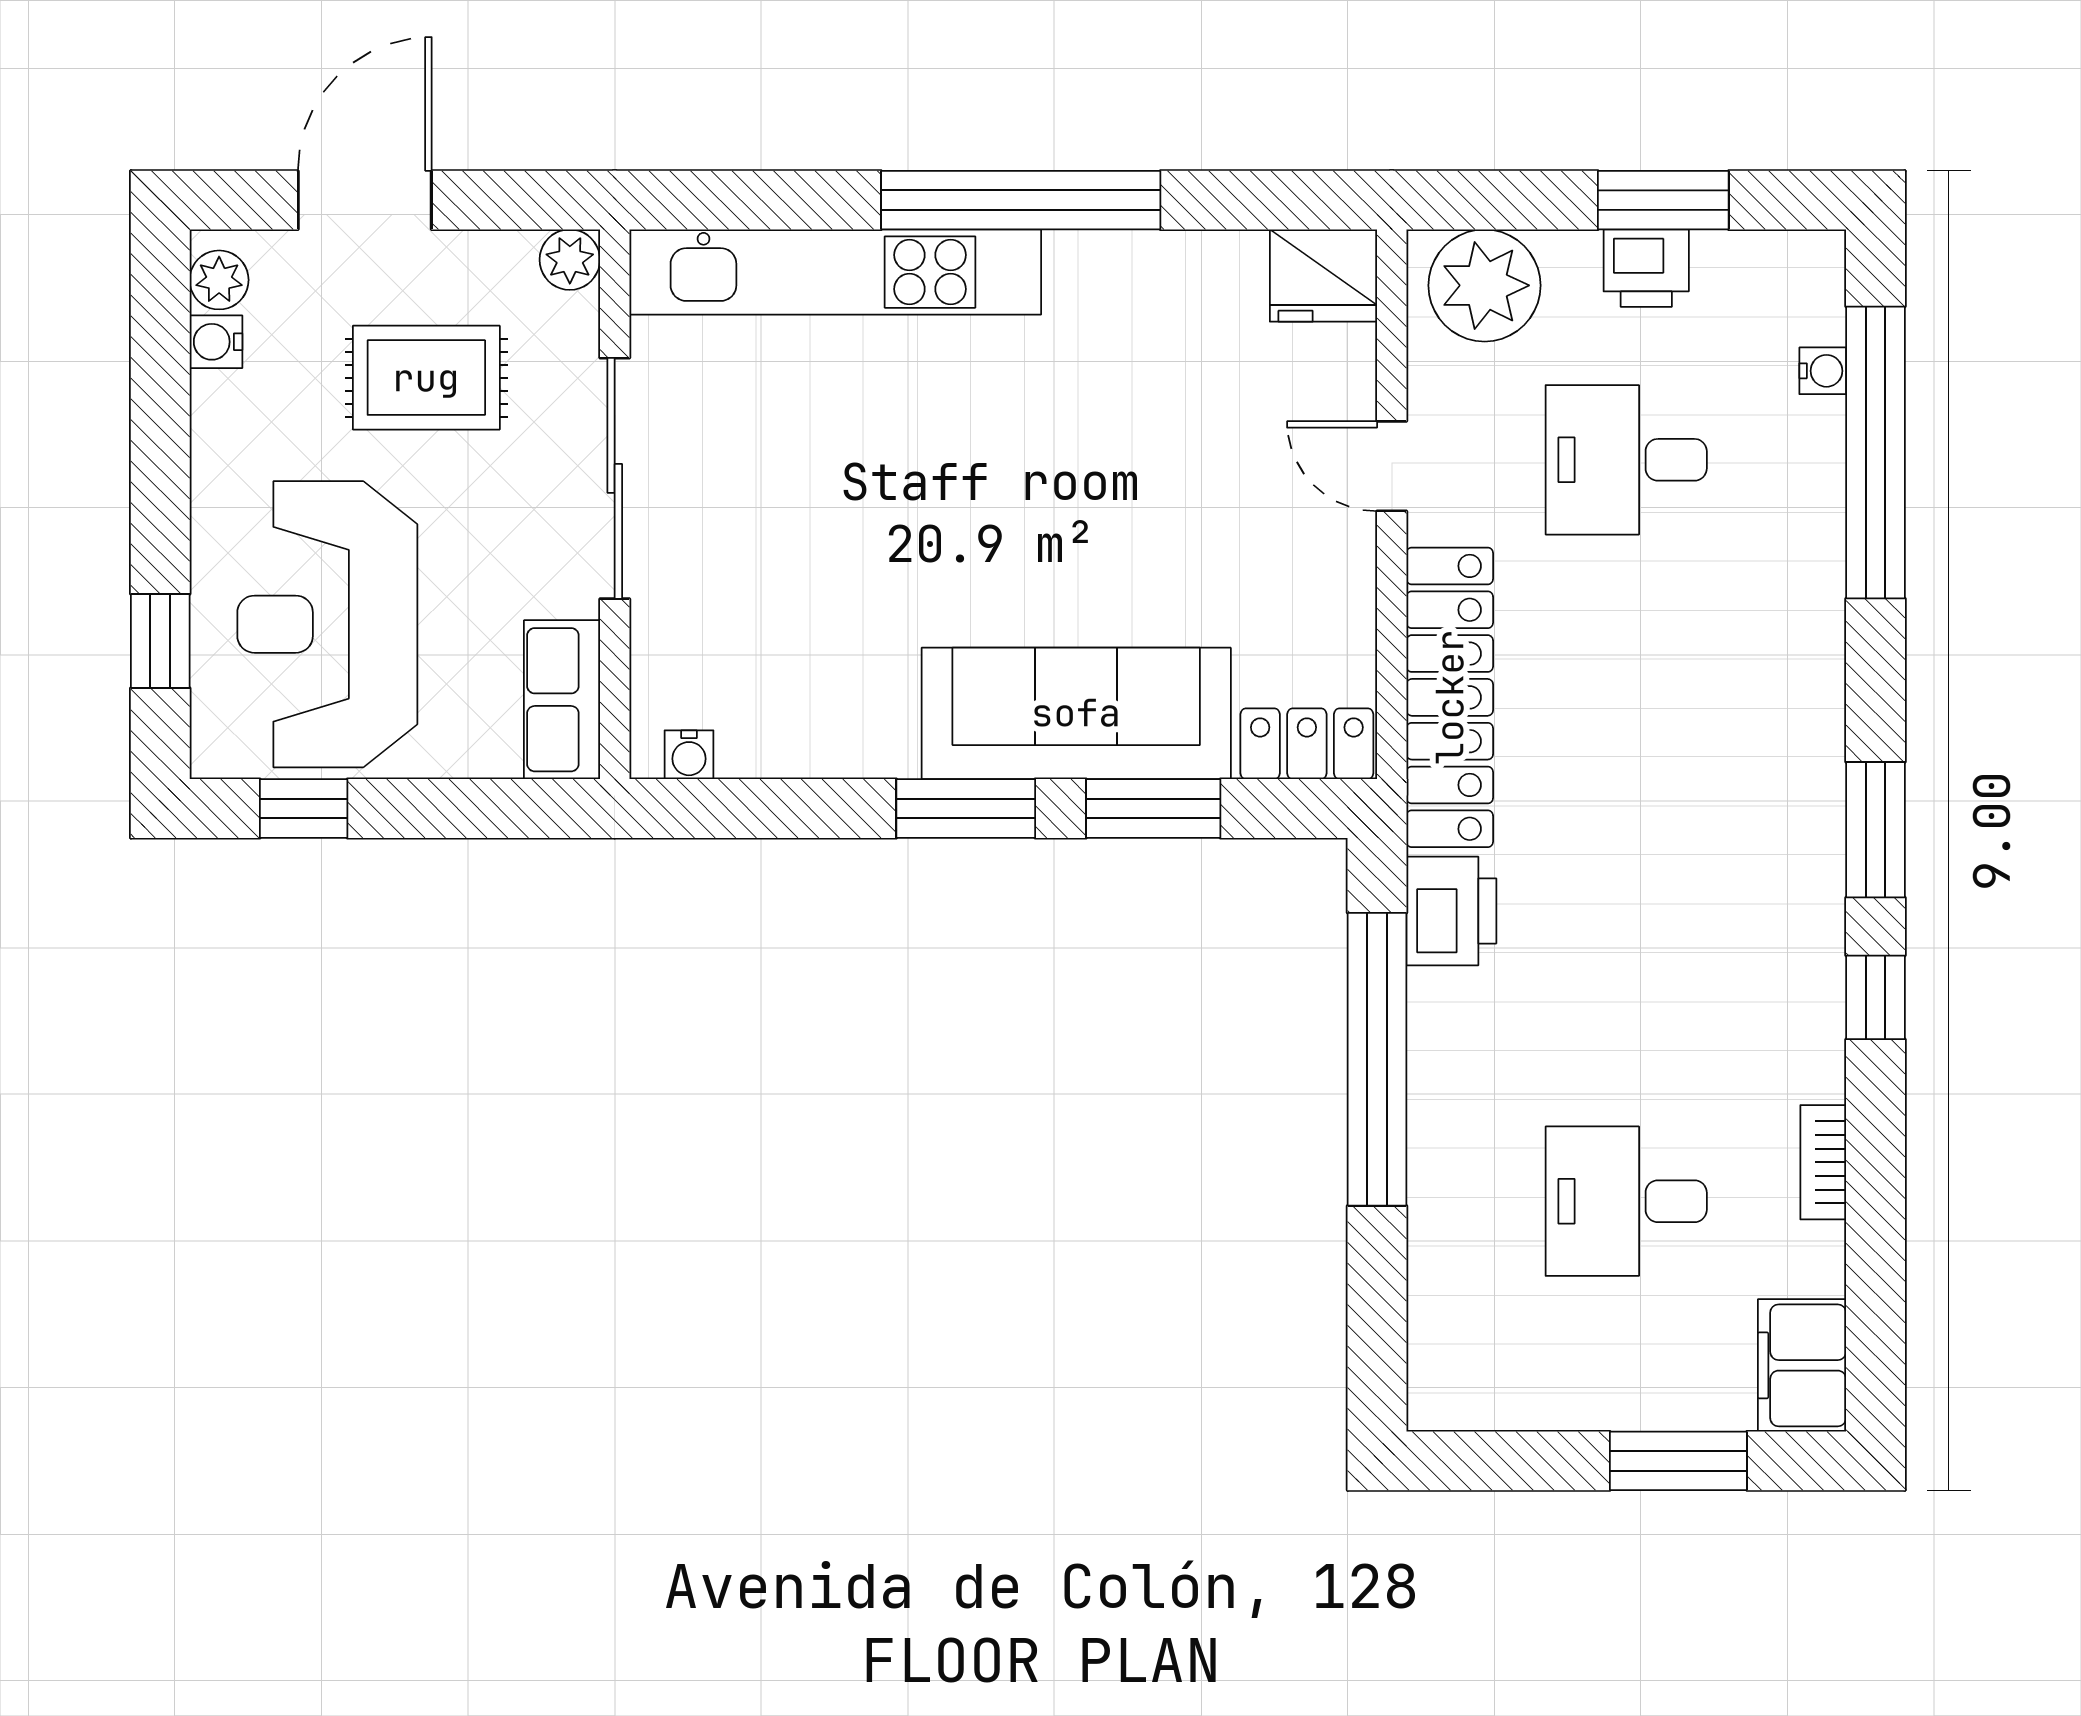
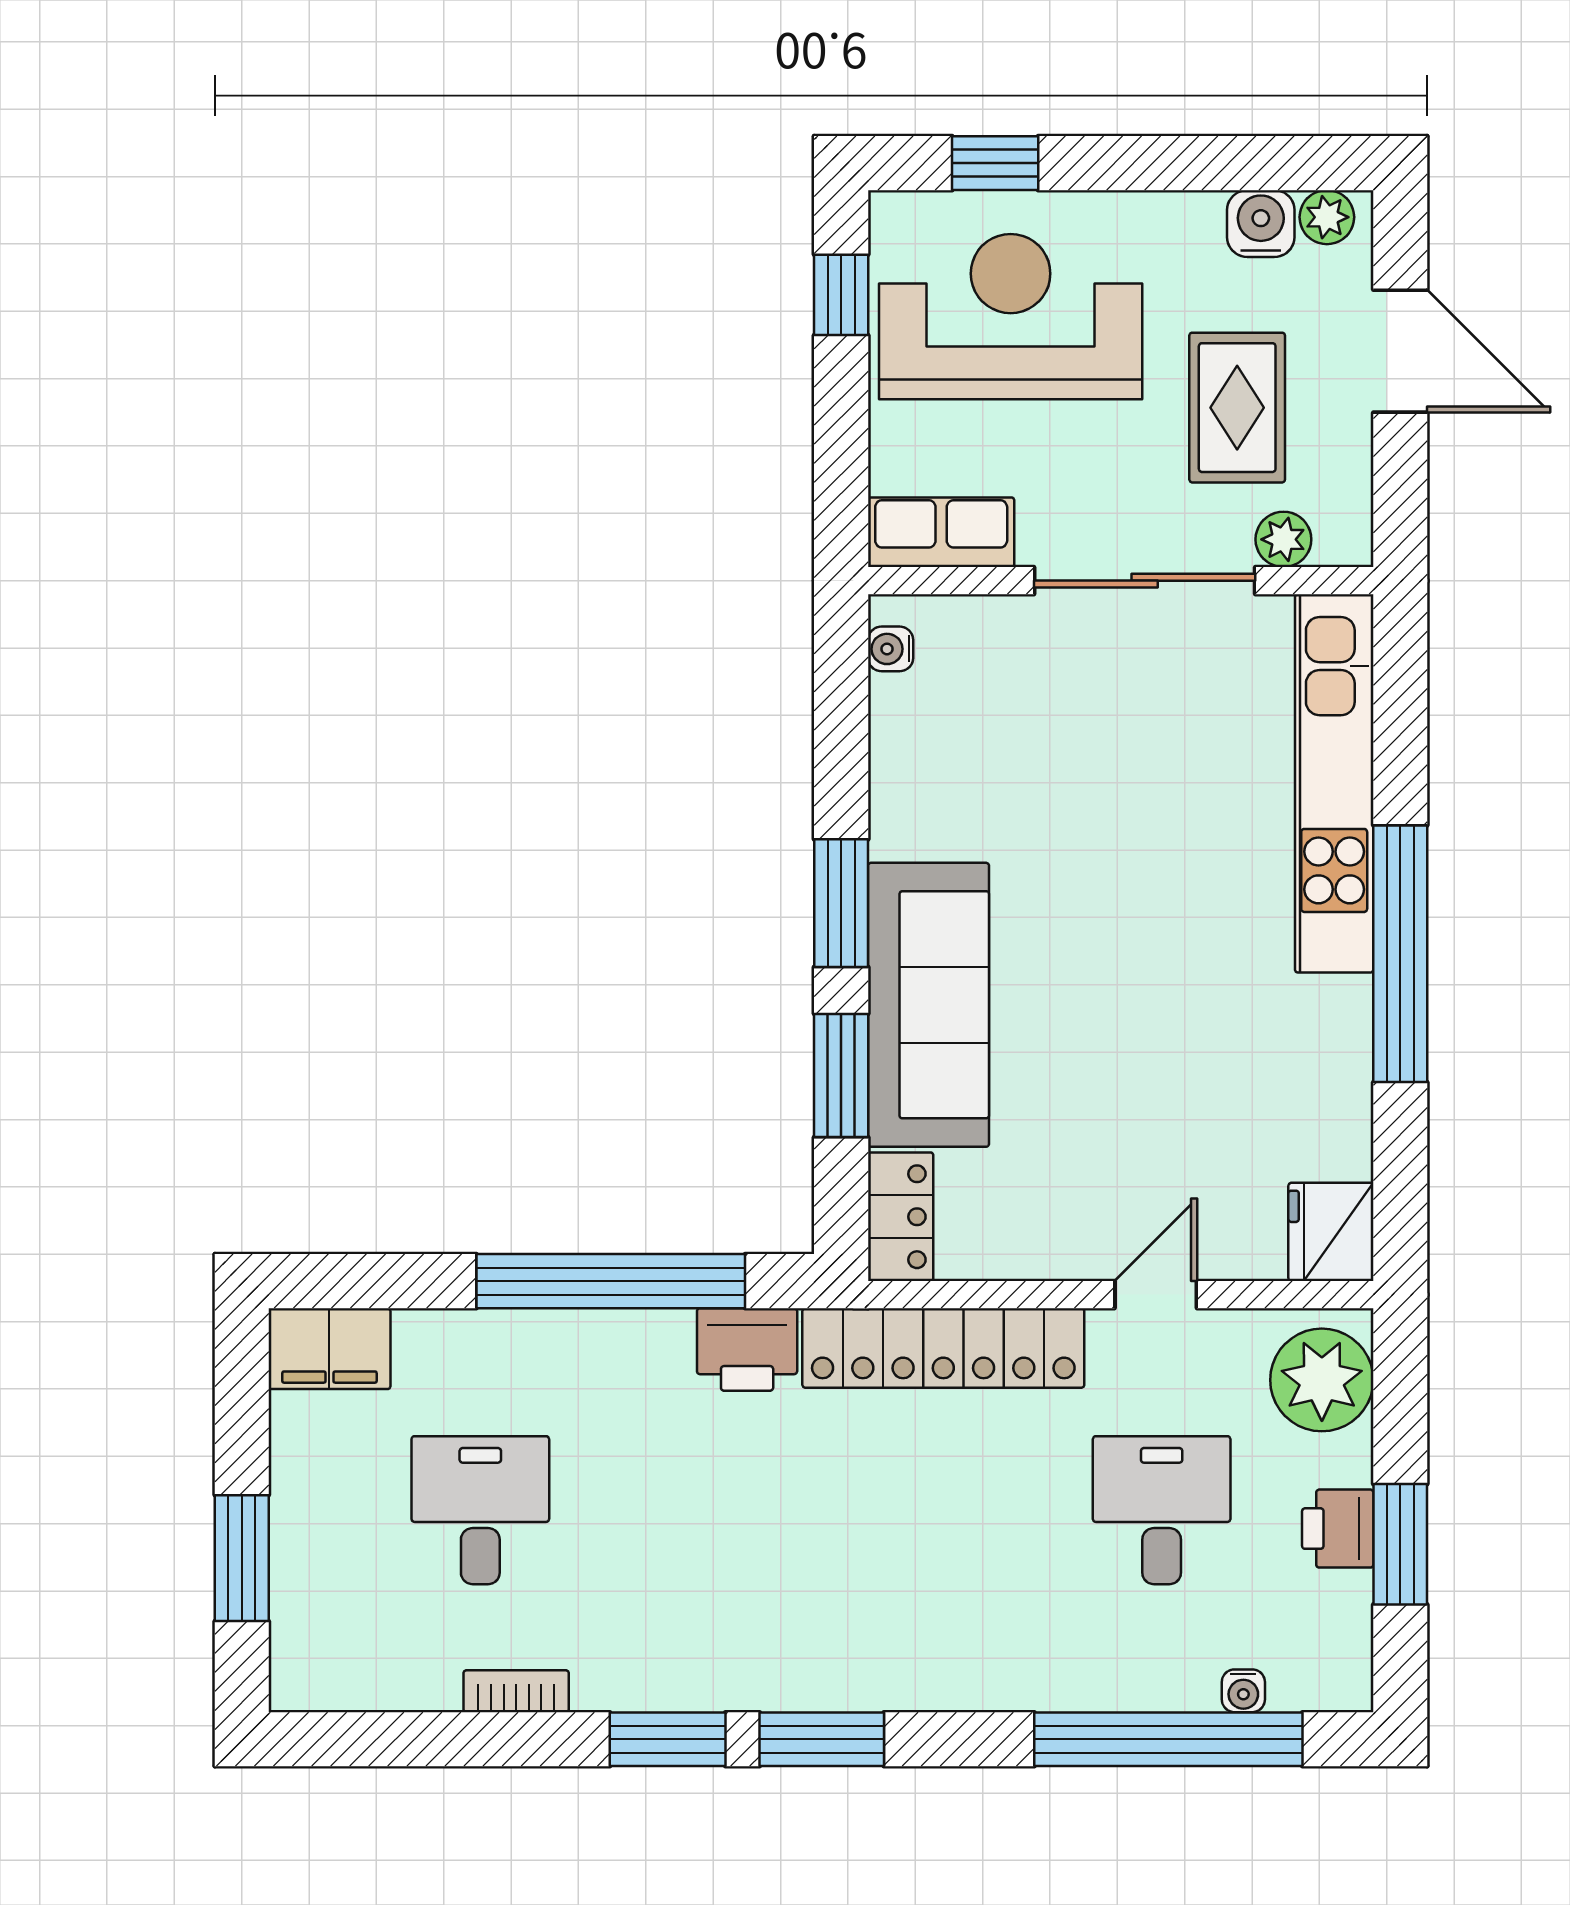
plant: (570, 260) -> (1283, 539), moved
water cooler: (216, 342) -> (1261, 224), width x1.38, depth x1.38
window: (1875, 997) -> (668, 1739), width x1.50
filing cabinet: (1802, 1365) -> (329, 1349), moved, turned 180

